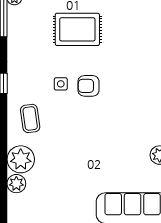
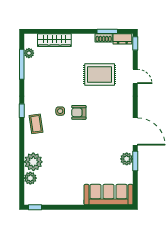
rug: (77, 29) -> (100, 75), moved
coffee table: (30, 118) -> (36, 124), moved

